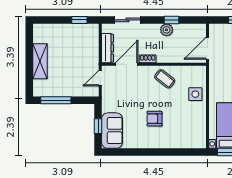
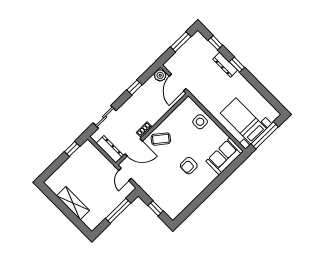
plant: (167, 30) -> (160, 75), moved
door: (127, 64) -> (134, 147), swing flipped
coffee table: (165, 79) -> (161, 139), moved
window: (56, 100) -> (118, 211), moved
sofa: (112, 131) -> (225, 156), moved, turned -90

